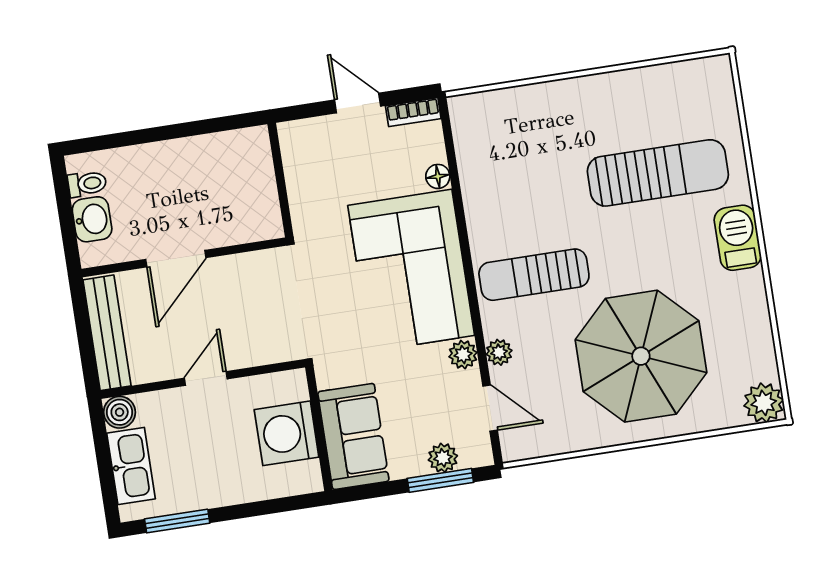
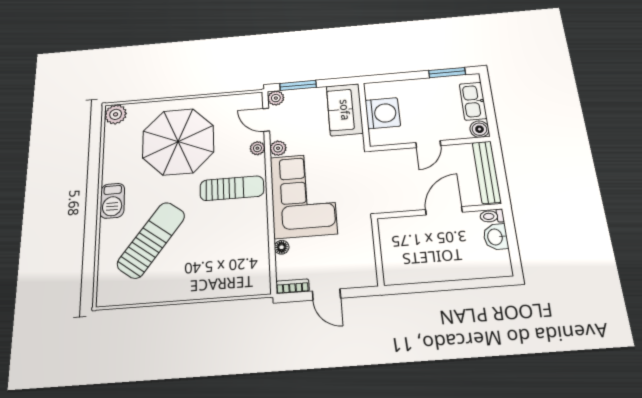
sun lounger: (658, 173) -> (151, 240), turned 127
toilet: (87, 184) -> (492, 216), moved
plant: (443, 458) -> (276, 98), moved

